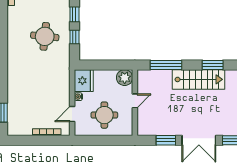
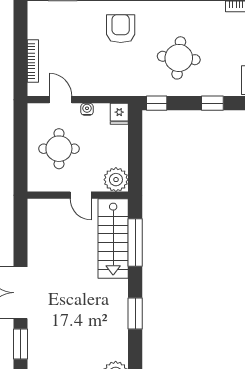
window: (74, 37) -> (157, 103), moved
armchair: (25, 75) -> (121, 29), added
stairs: (198, 79) -> (113, 238), moved
fridge: (84, 81) -> (119, 114), width x0.53, depth x0.75
window: (166, 140) -> (21, 243), removed

